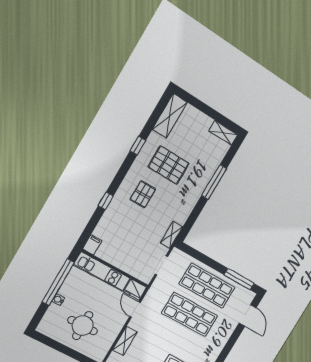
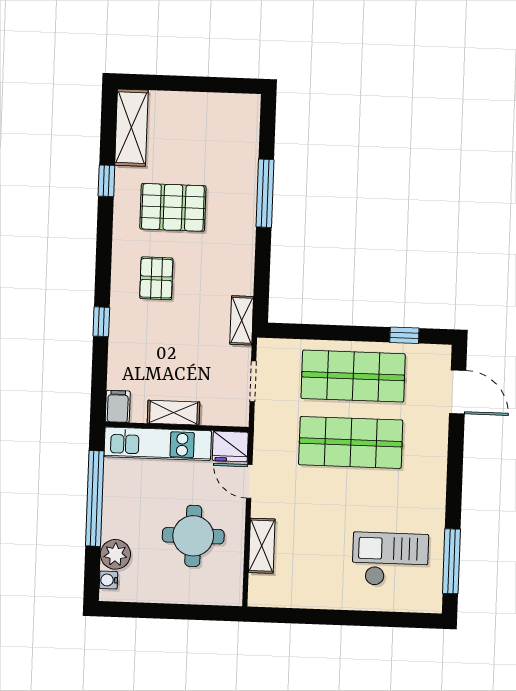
shelving: (223, 133) -> (174, 413), moved
window: (138, 146) -> (106, 181), moved
window: (239, 279) -> (404, 335), width x0.46
water cooler: (58, 300) -> (108, 580), moved
plant: (54, 313) -> (115, 554), added
round table: (83, 326) -> (193, 536), moved

